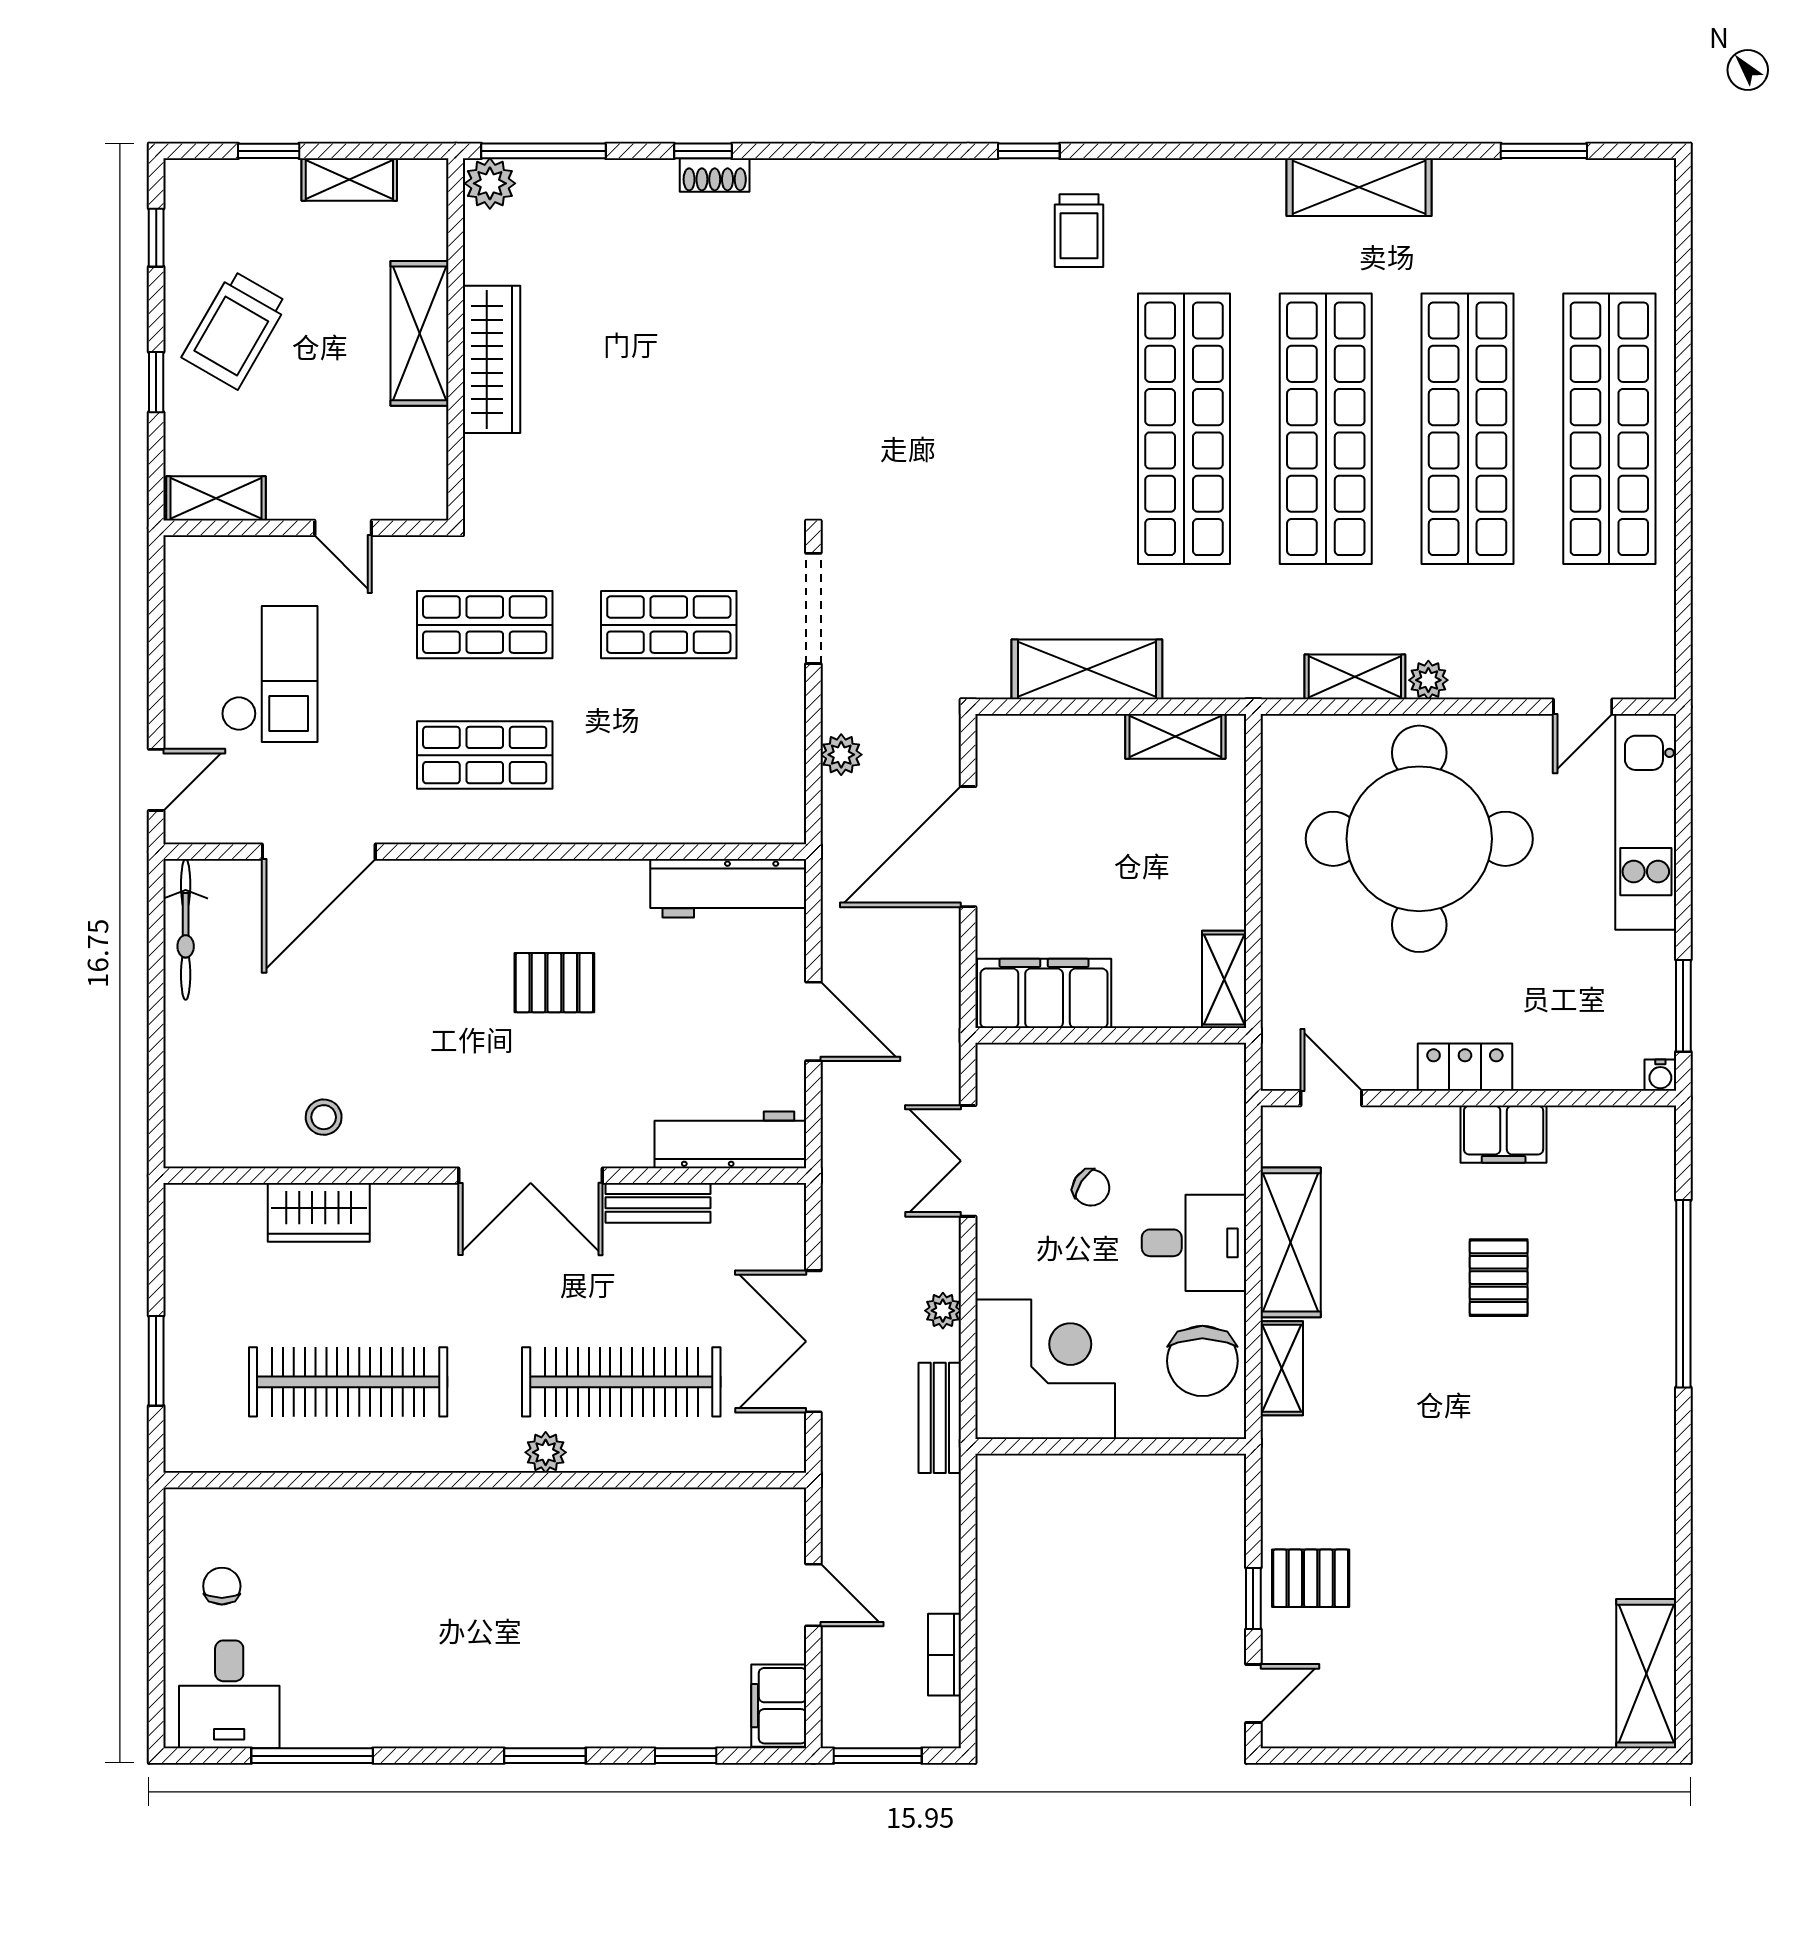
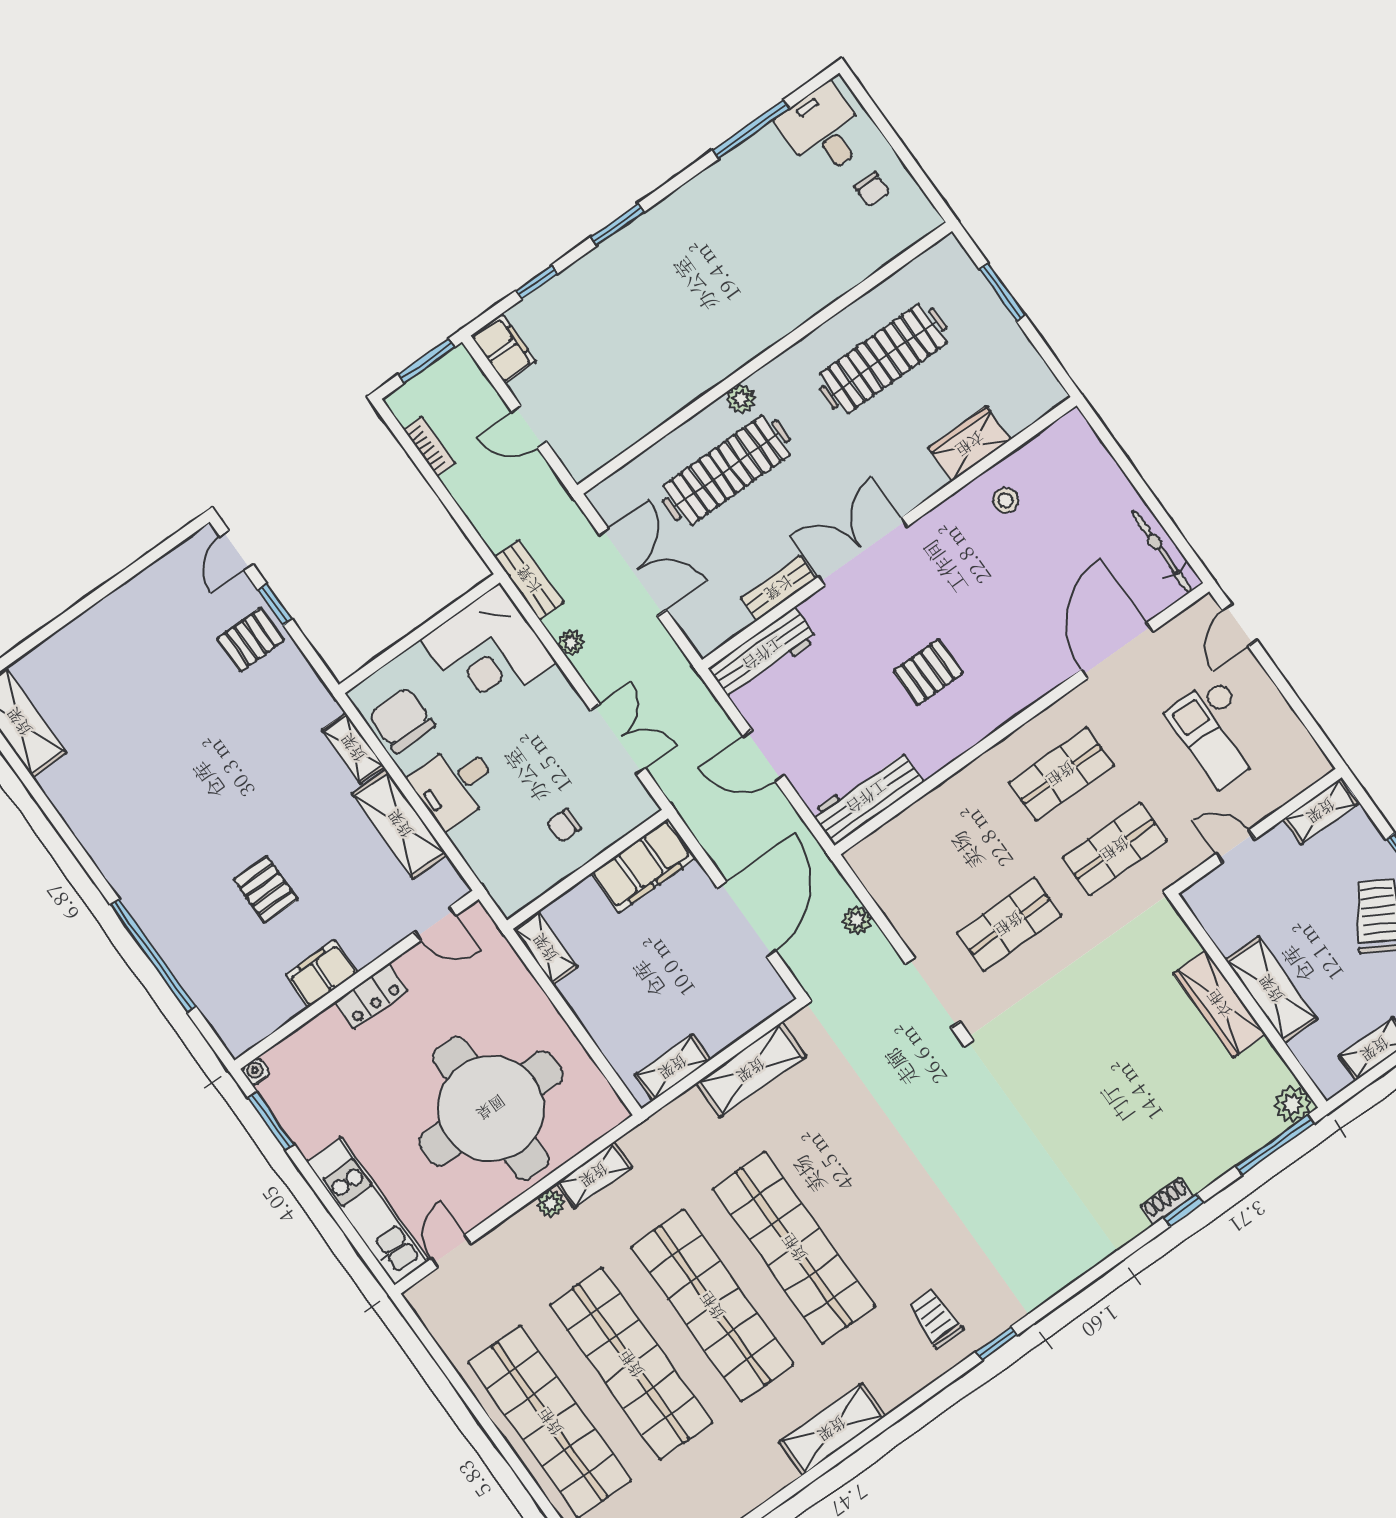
shelving: (1359, 187) -> (832, 1429), moved
chair: (1091, 1188) -> (564, 826), moved, turned -33

